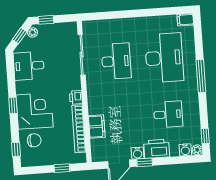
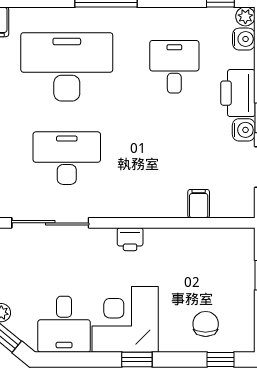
corner desk: (35, 111) -> (125, 319), moved
filing cabinet: (97, 126) -> (199, 204), width x0.50
bookcase: (79, 129) -> (190, 238), removed

